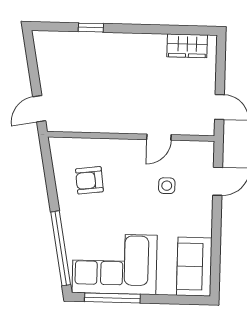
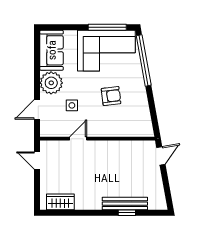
bench: (93, 41) -> (125, 204), added
armchair: (89, 180) -> (111, 96), moved
plant: (196, 219) -> (51, 83), added

